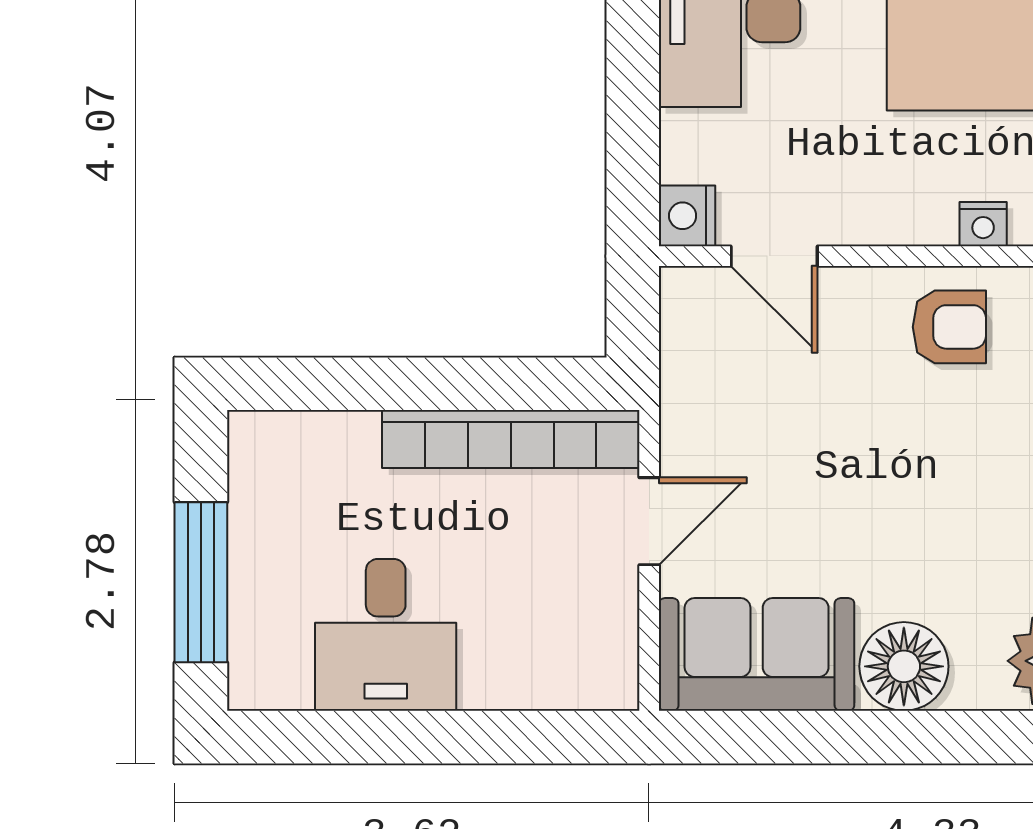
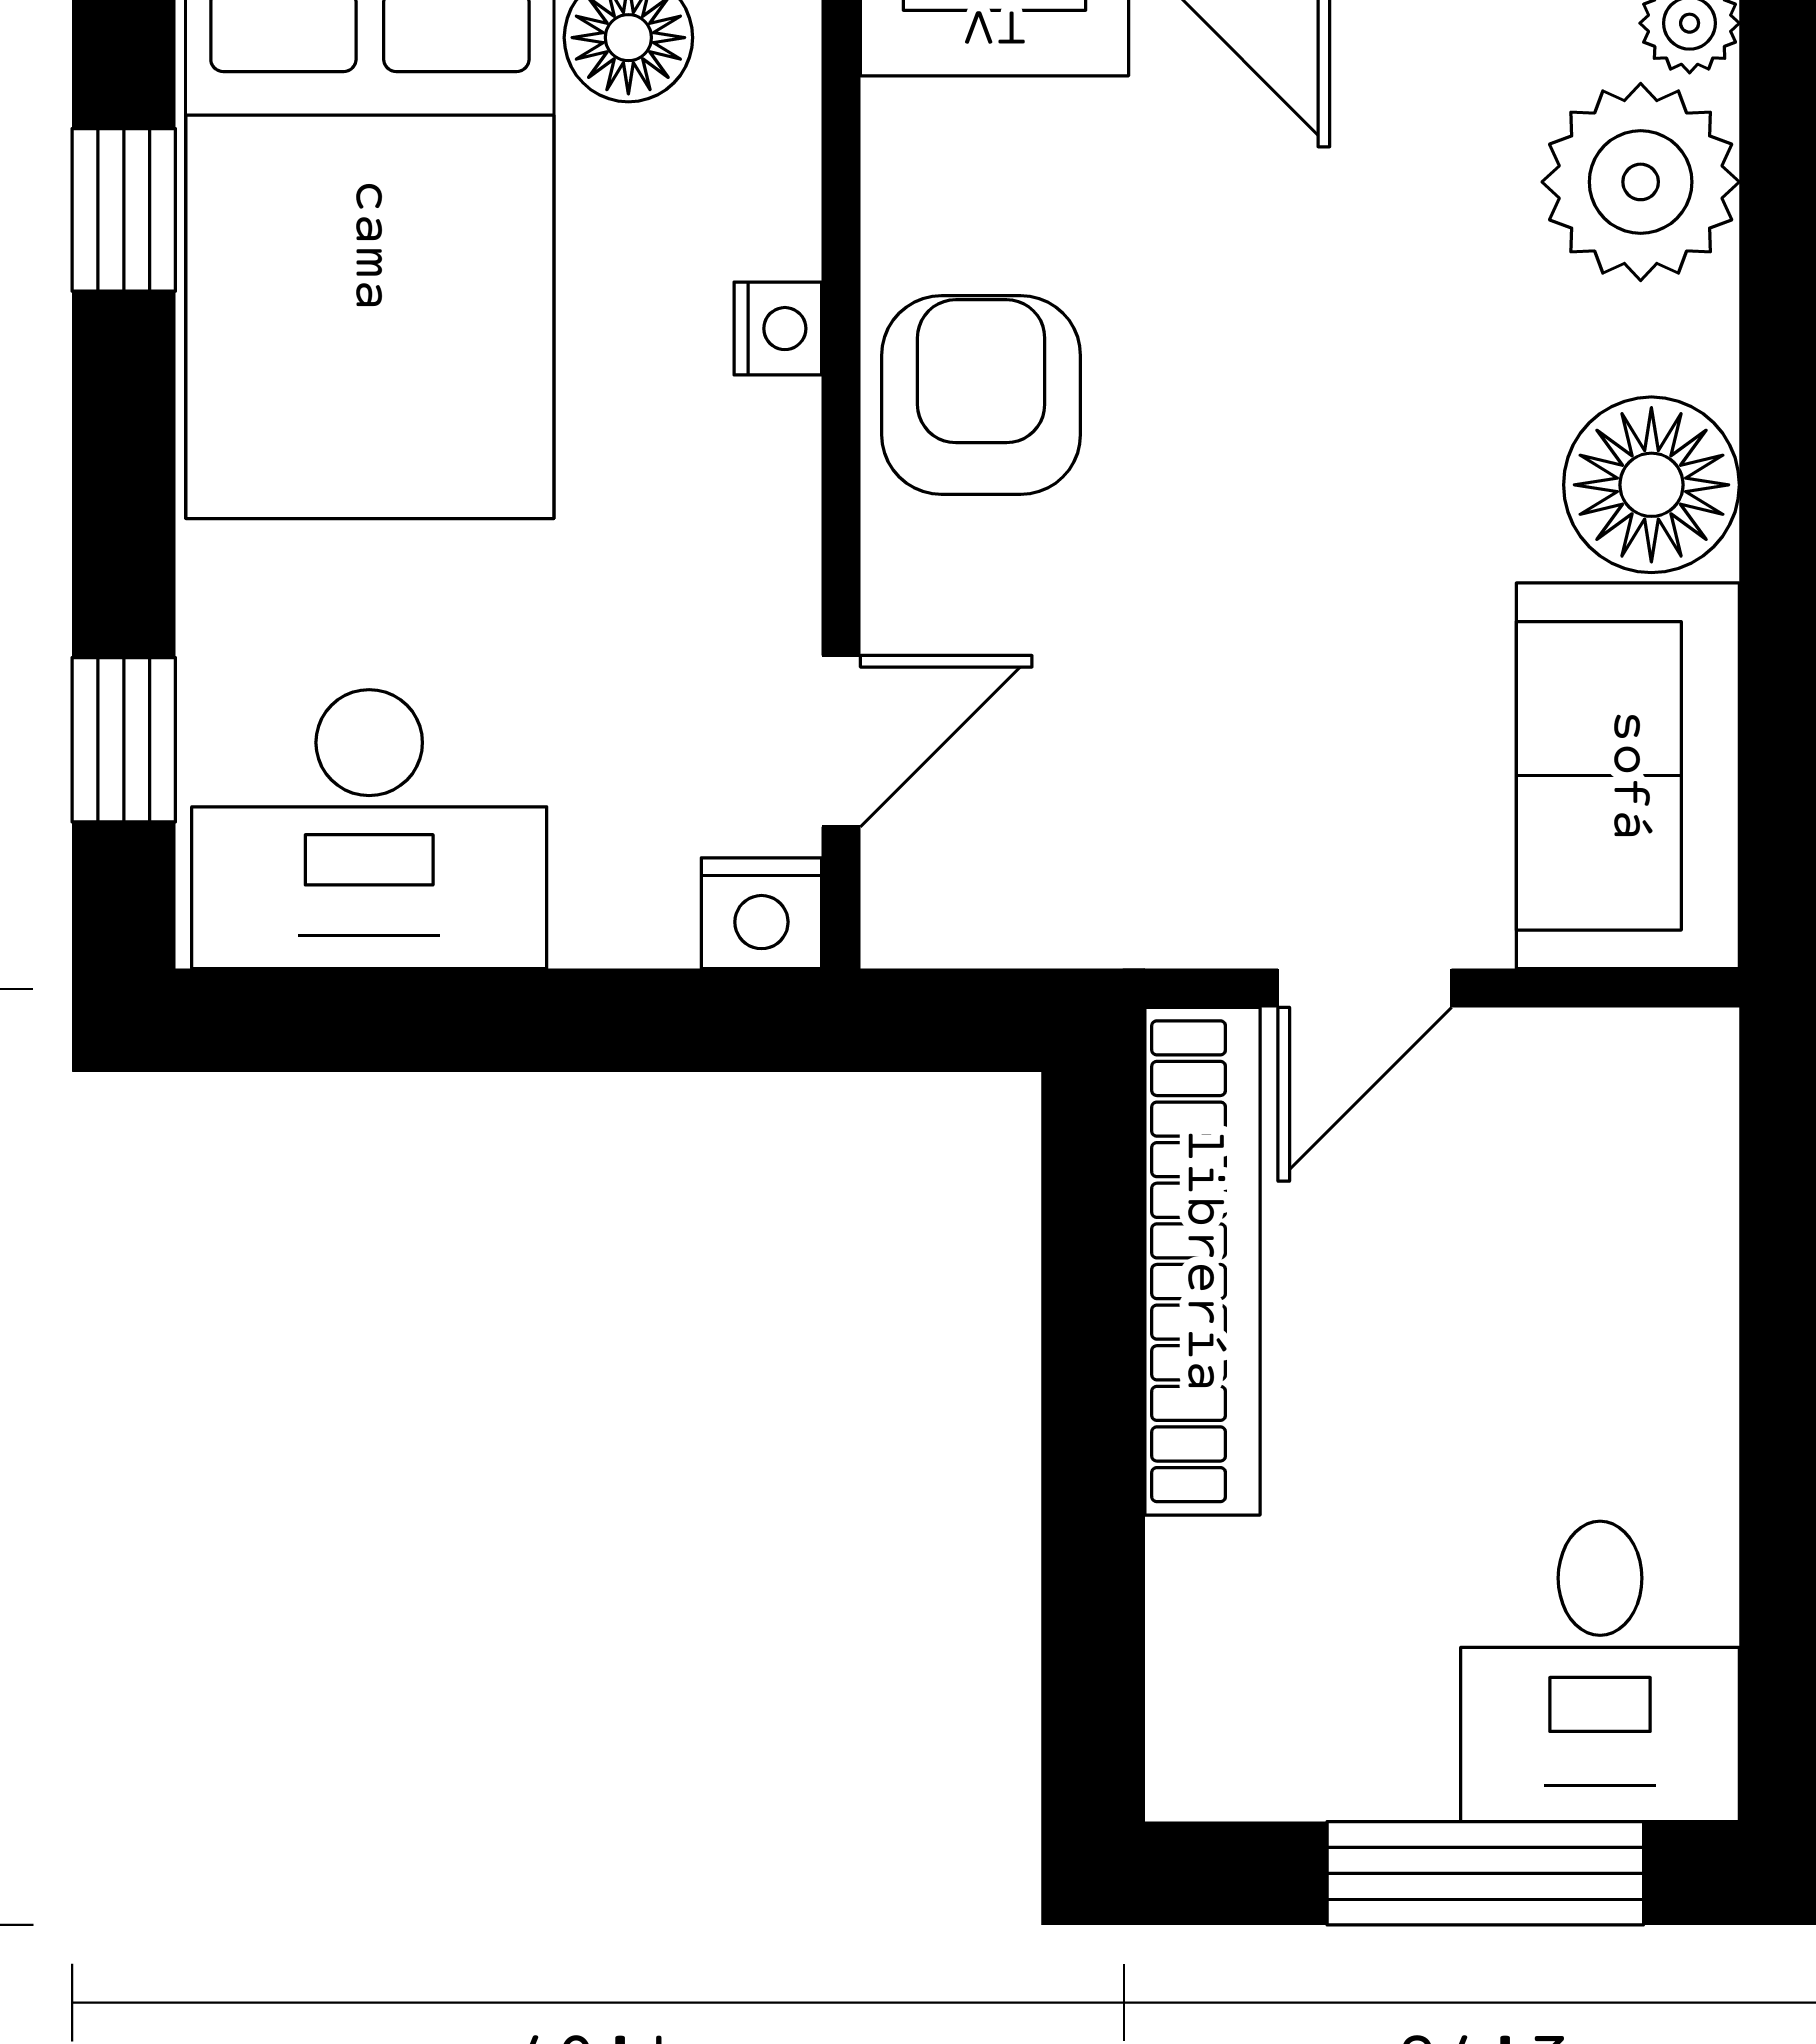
armchair: (949, 327) -> (981, 395), width x1.38, depth x1.38
door: (649, 521) -> (1365, 988), swing flipped
desk: (386, 635) -> (1600, 1671), moved, turned 90

